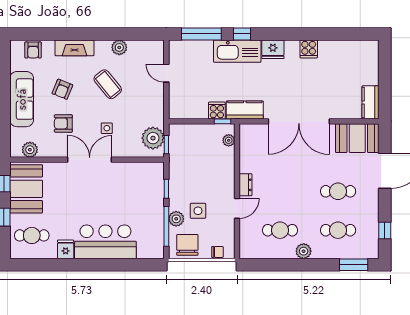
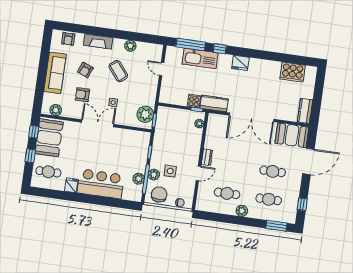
cooker: (309, 49) -> (293, 72), moved, width x1.87, depth x1.31
kitchen sink: (237, 51) -> (200, 58), moved
plant: (156, 227) -> (139, 179), added

